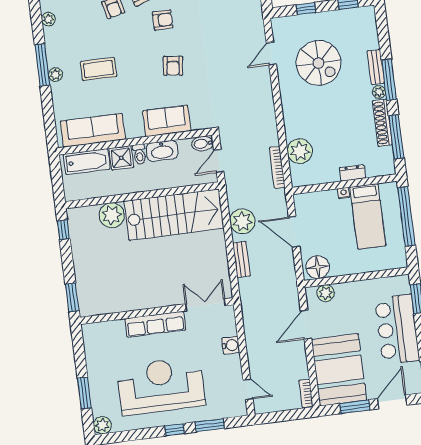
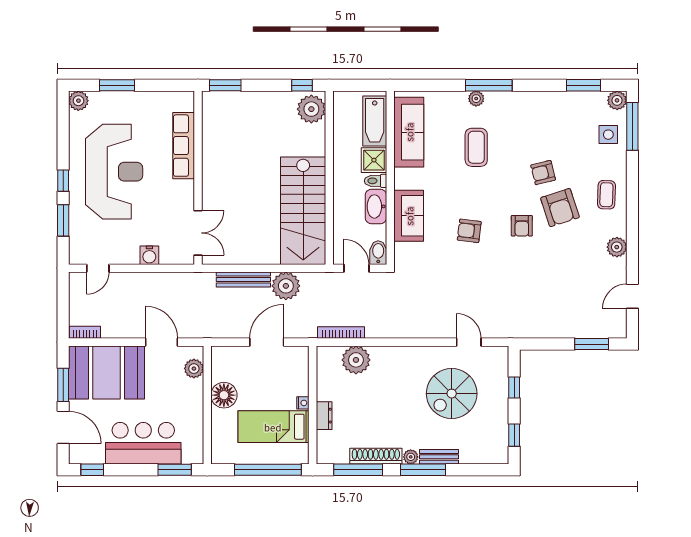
plant: (48, 19) -> (539, 98), removed
plant: (112, 215) -> (311, 109), moved
bench: (241, 259) -> (243, 280), width x1.36
floor lamp: (318, 267) -> (224, 395), moved
row of seats: (155, 324) -> (184, 146), moved

